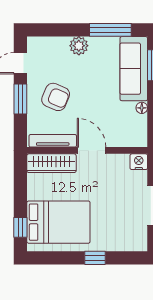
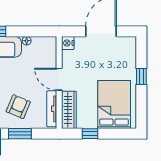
door: (92, 150) -> (59, 79), hinge flipped
window: (20, 227) -> (90, 134), moved

